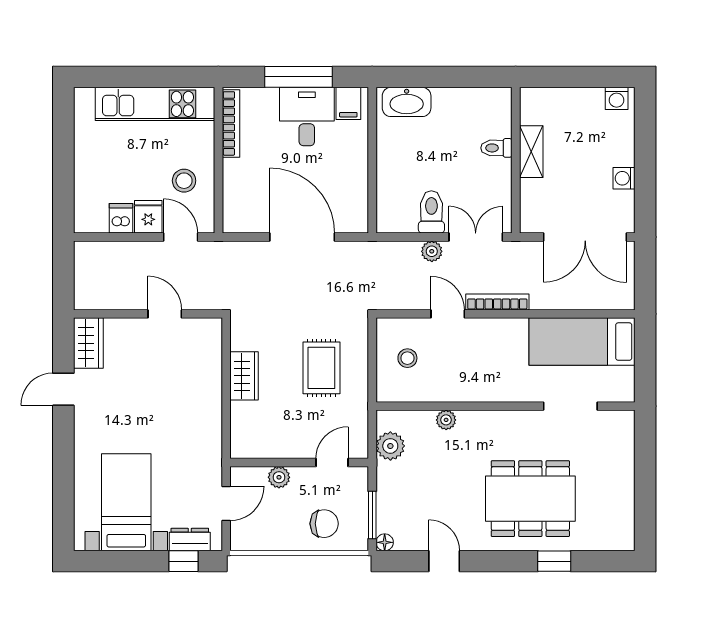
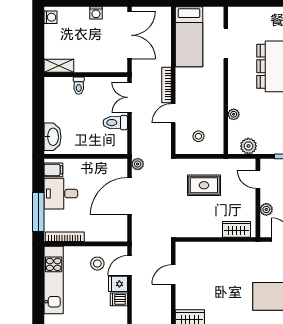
window: (298, 77) -> (38, 212), moved
shelving: (531, 152) -> (59, 66), moved
plant: (432, 251) -> (138, 164), moved
wardrobe: (244, 376) -> (237, 229), moved

